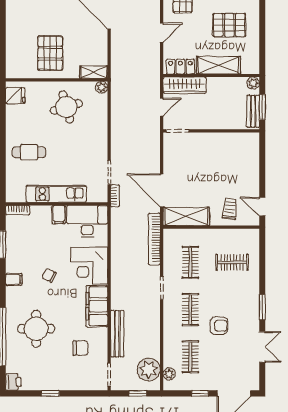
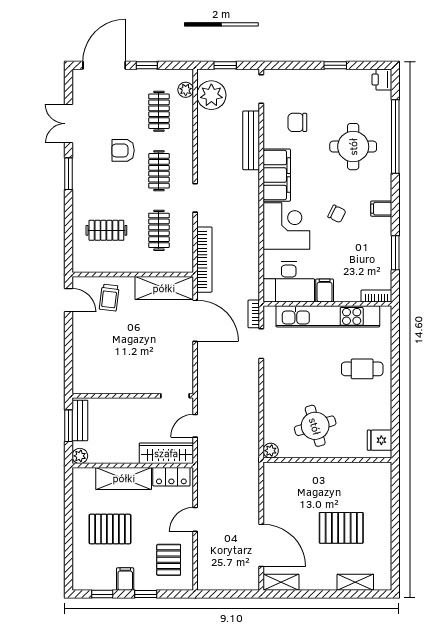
pallet: (50, 53) -> (341, 528), moved, turned 90
shelving: (94, 72) -> (281, 470), removed
kitchen unit: (56, 194) -> (328, 316), width x1.36

